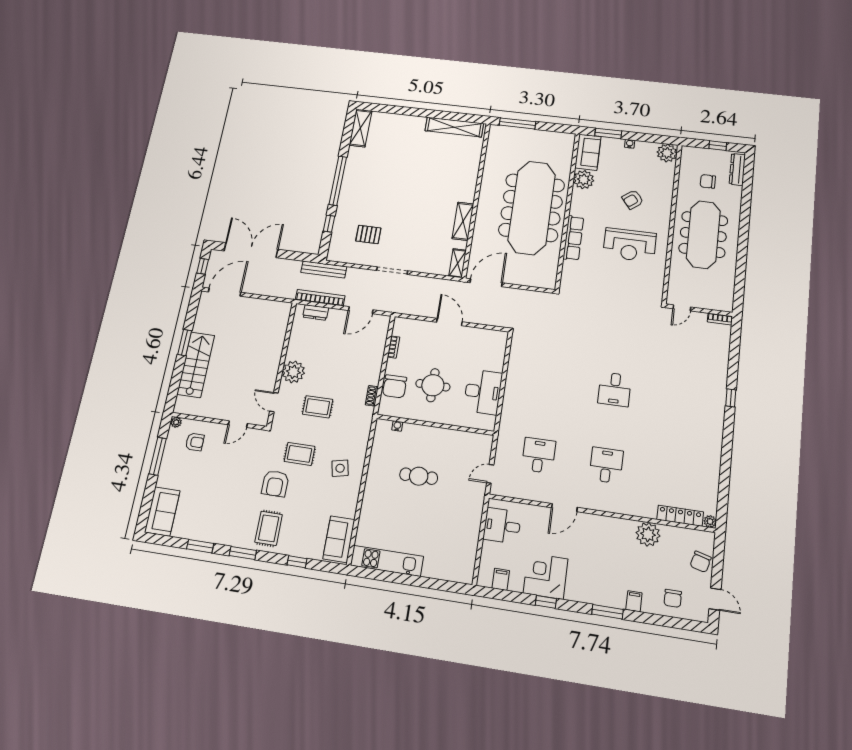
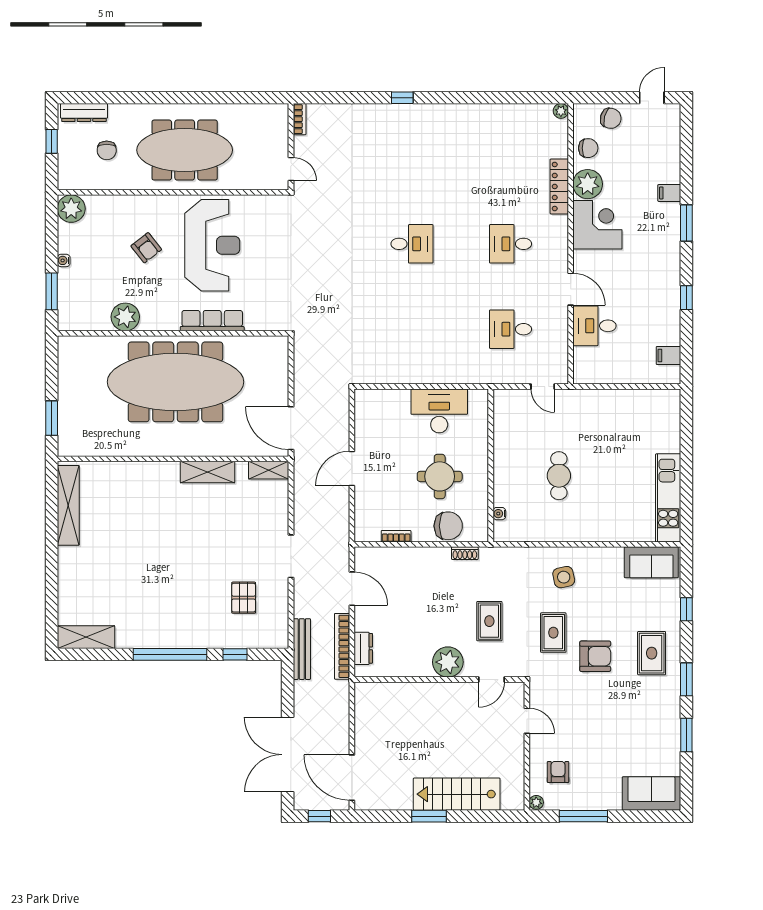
window: (517, 123) -> (52, 418), width x0.69
sofa: (588, 152) -> (84, 316), removed
reception desk: (630, 245) -> (212, 245), width x1.36, depth x1.30
locker: (680, 516) -> (559, 186), moved
desk: (502, 526) -> (594, 326), moved, turned 90
rug: (269, 528) -> (652, 653), turned 90
corner desk: (546, 576) -> (597, 225), moved, turned 180
chair: (673, 598) -> (588, 148), moved

